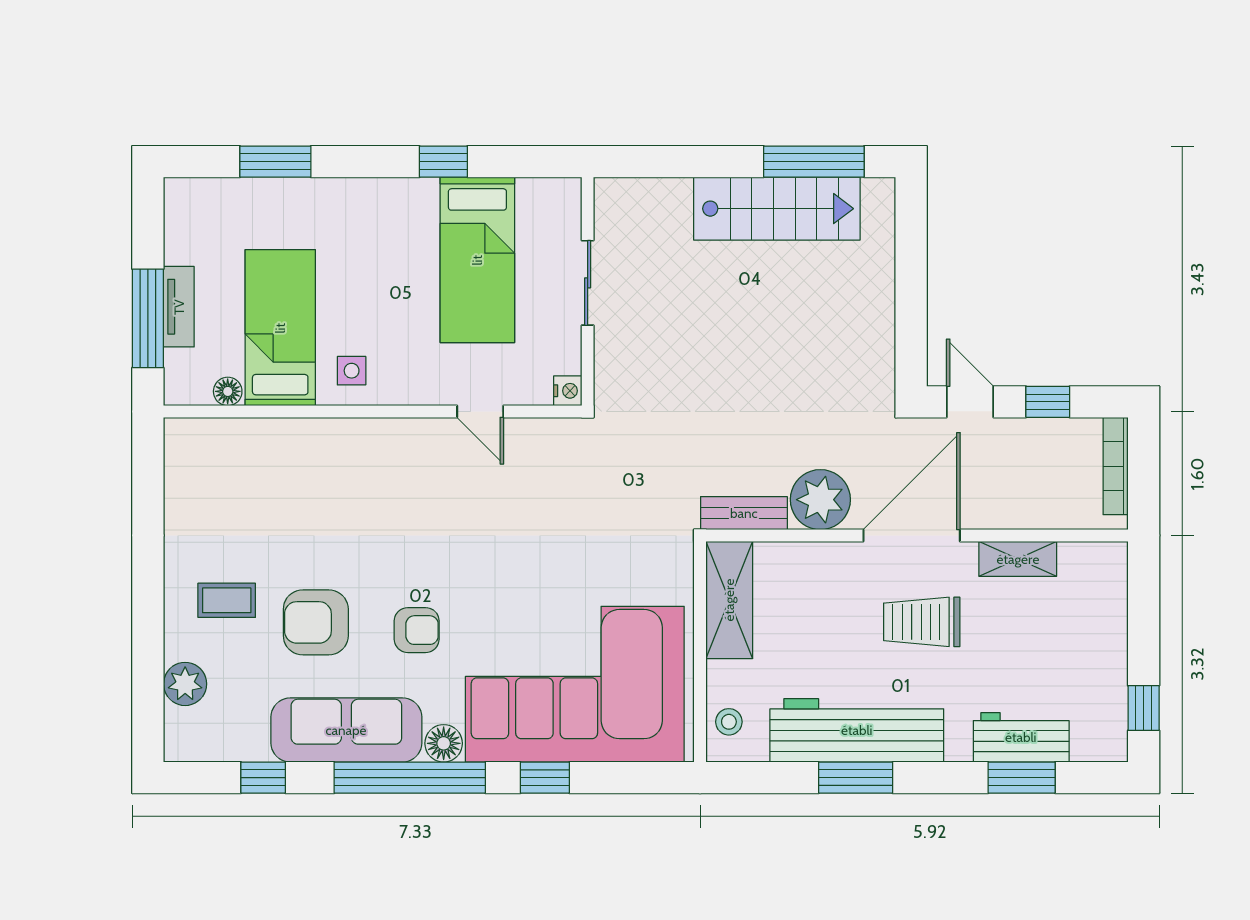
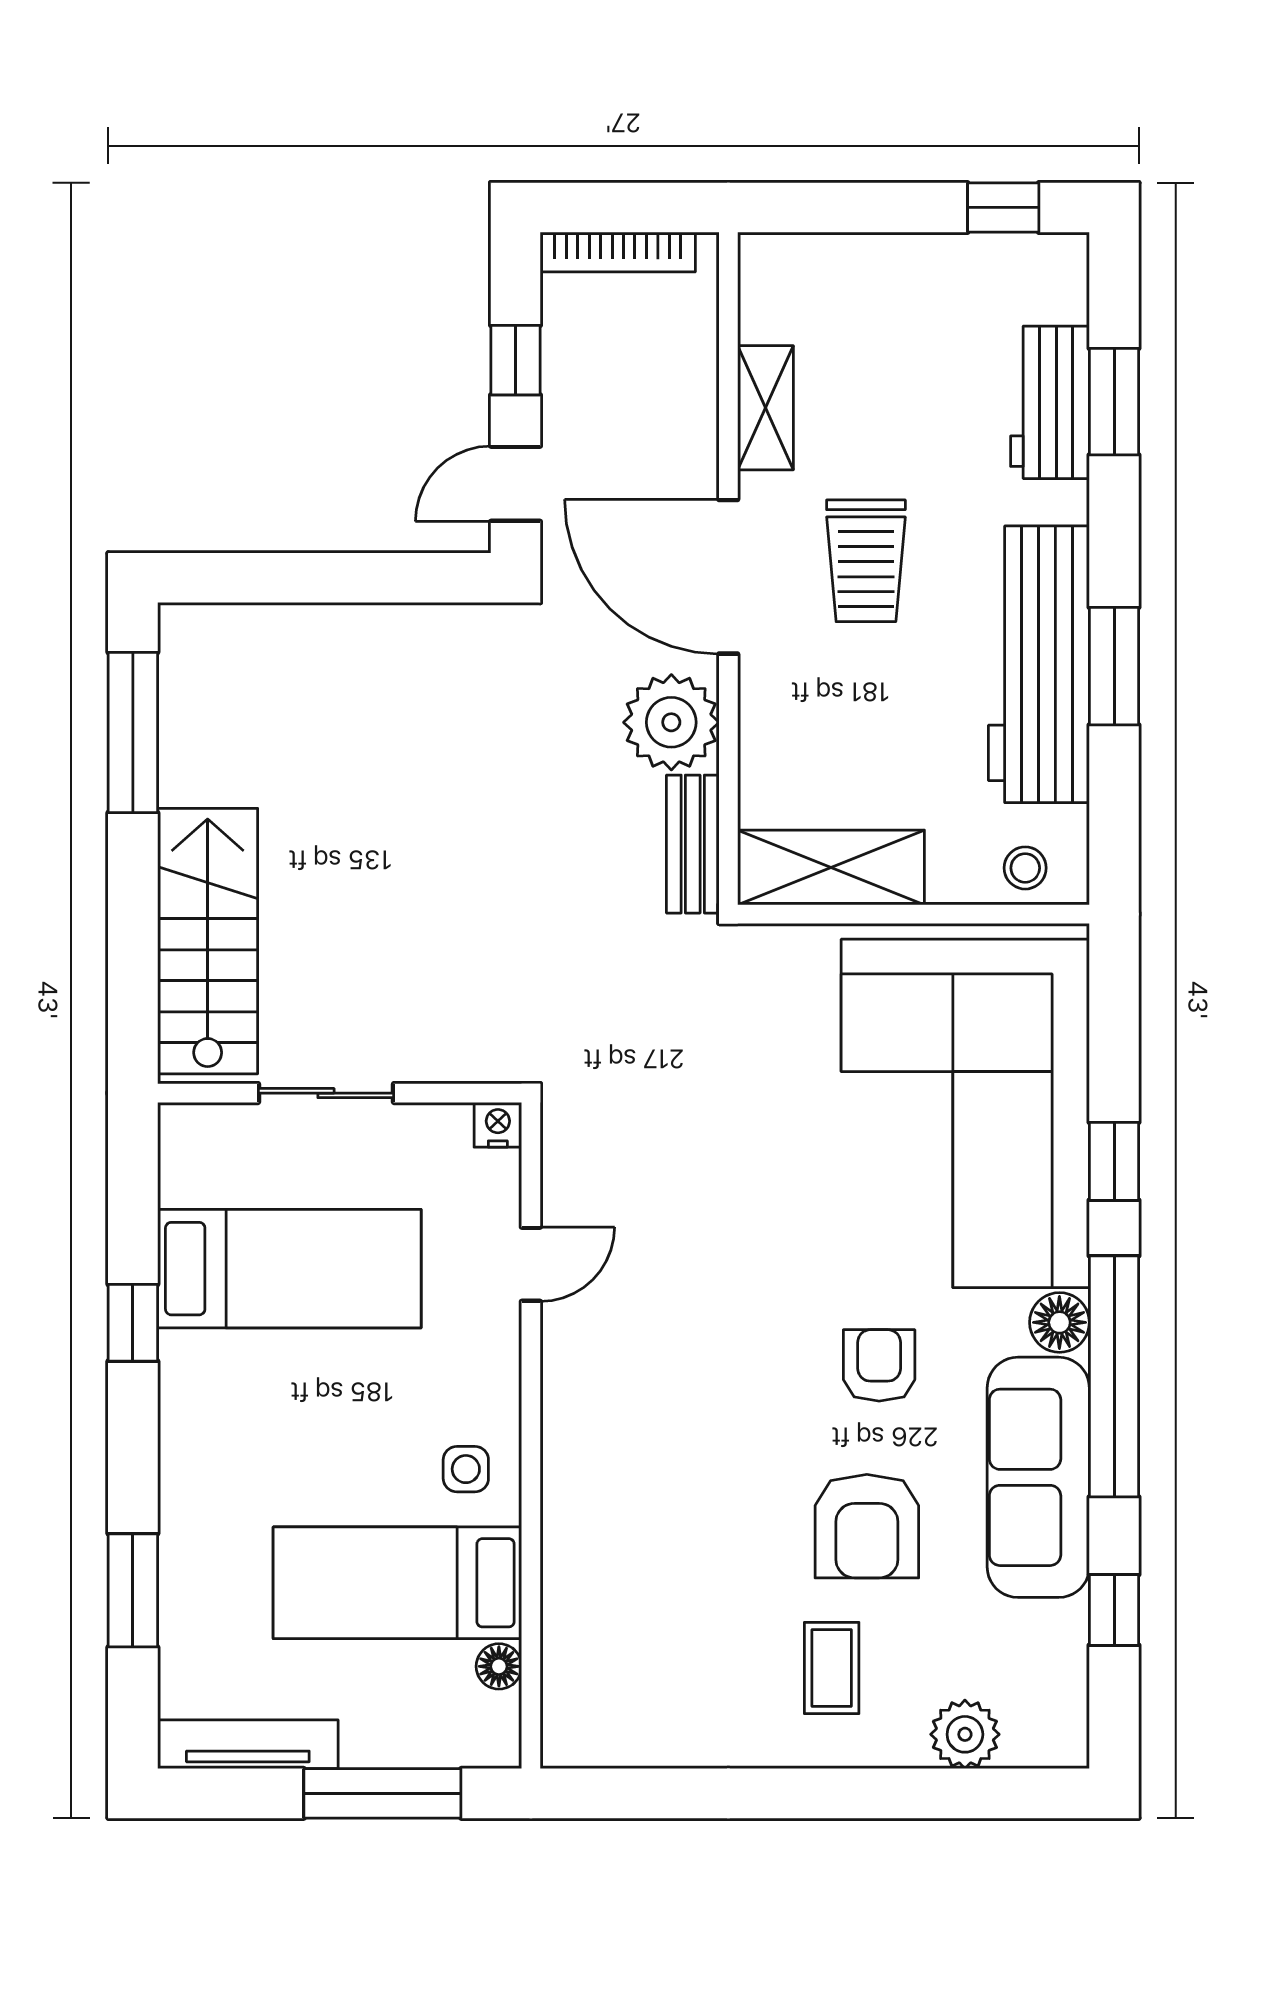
stairs: (777, 209) -> (208, 941), moved
tv unit: (179, 307) -> (248, 1744), moved, width x1.41

